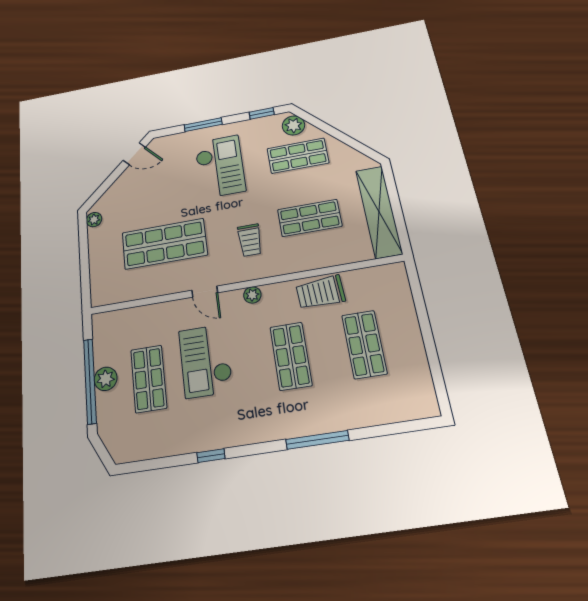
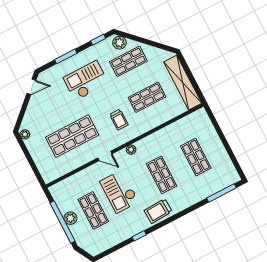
checkout: (220, 167) -> (86, 81), turned -90
trolley: (320, 292) -> (158, 211), moved
window: (317, 440) -> (221, 193), moved

